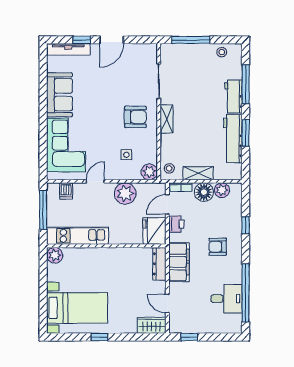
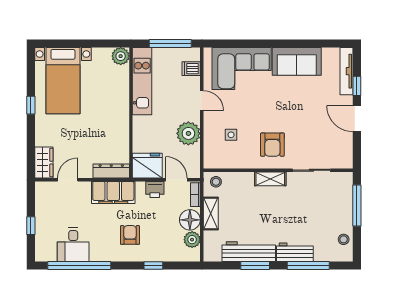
plant: (149, 172) -> (212, 160), removed
window: (189, 337) -> (31, 226), moved

